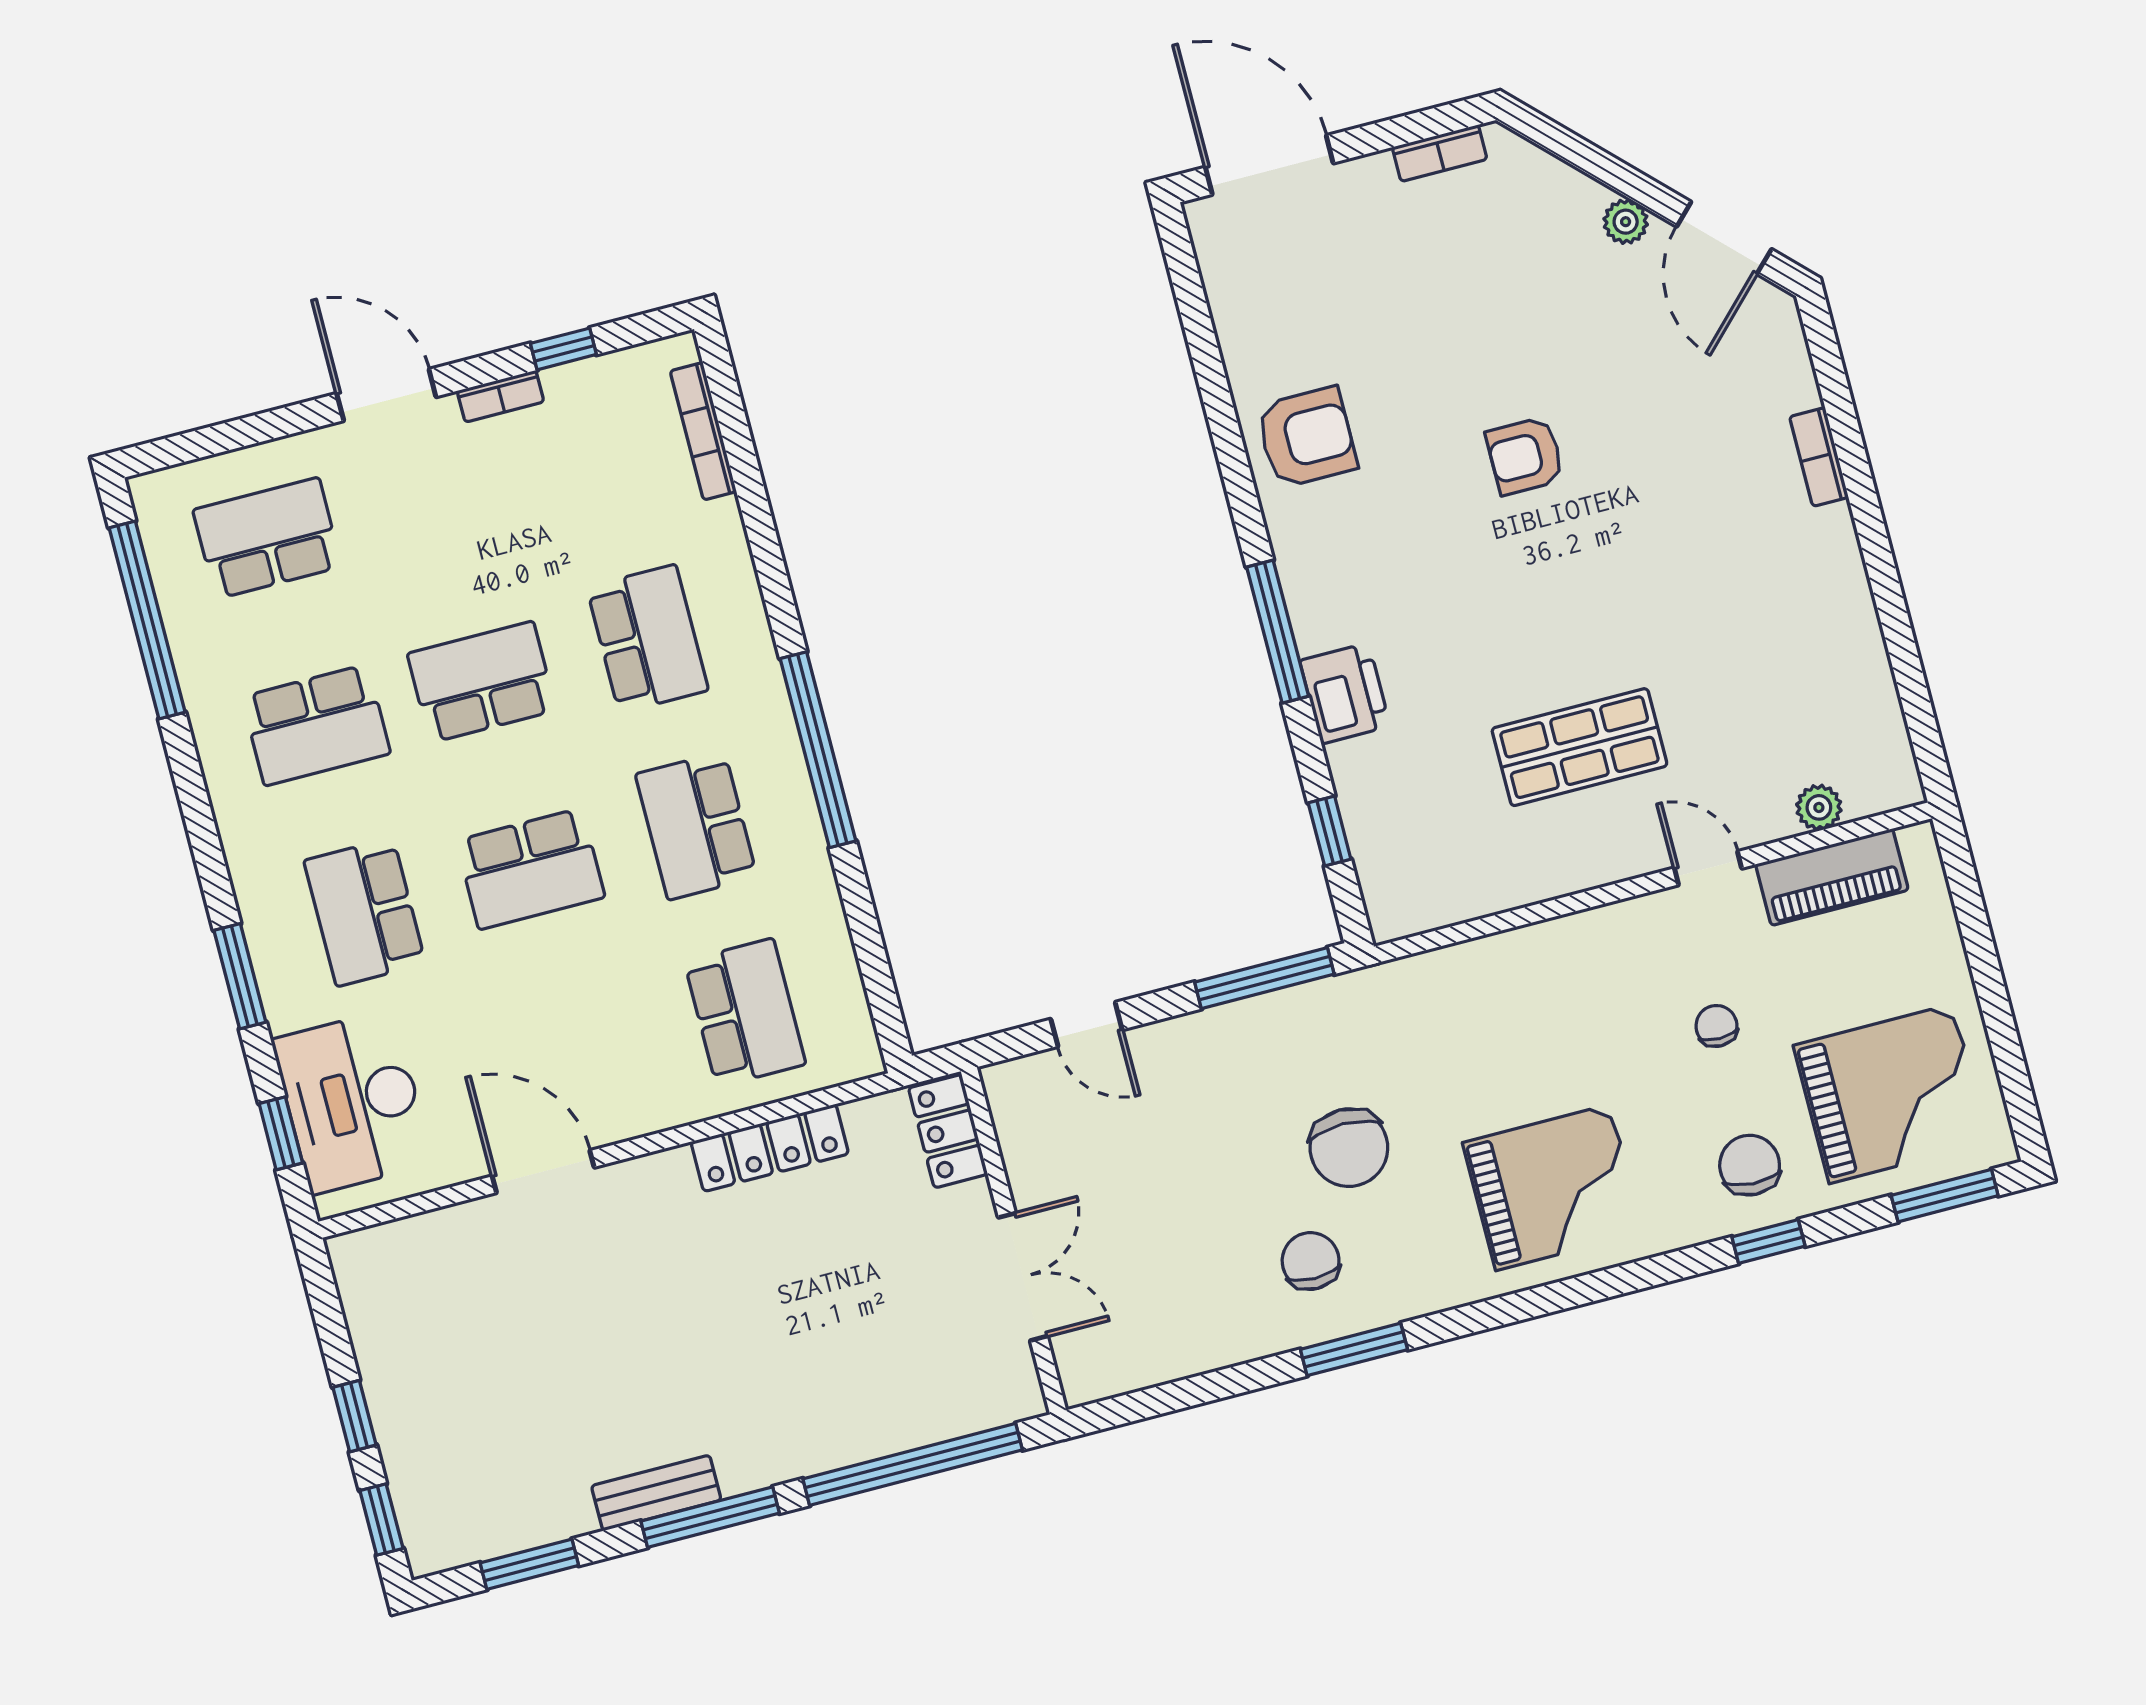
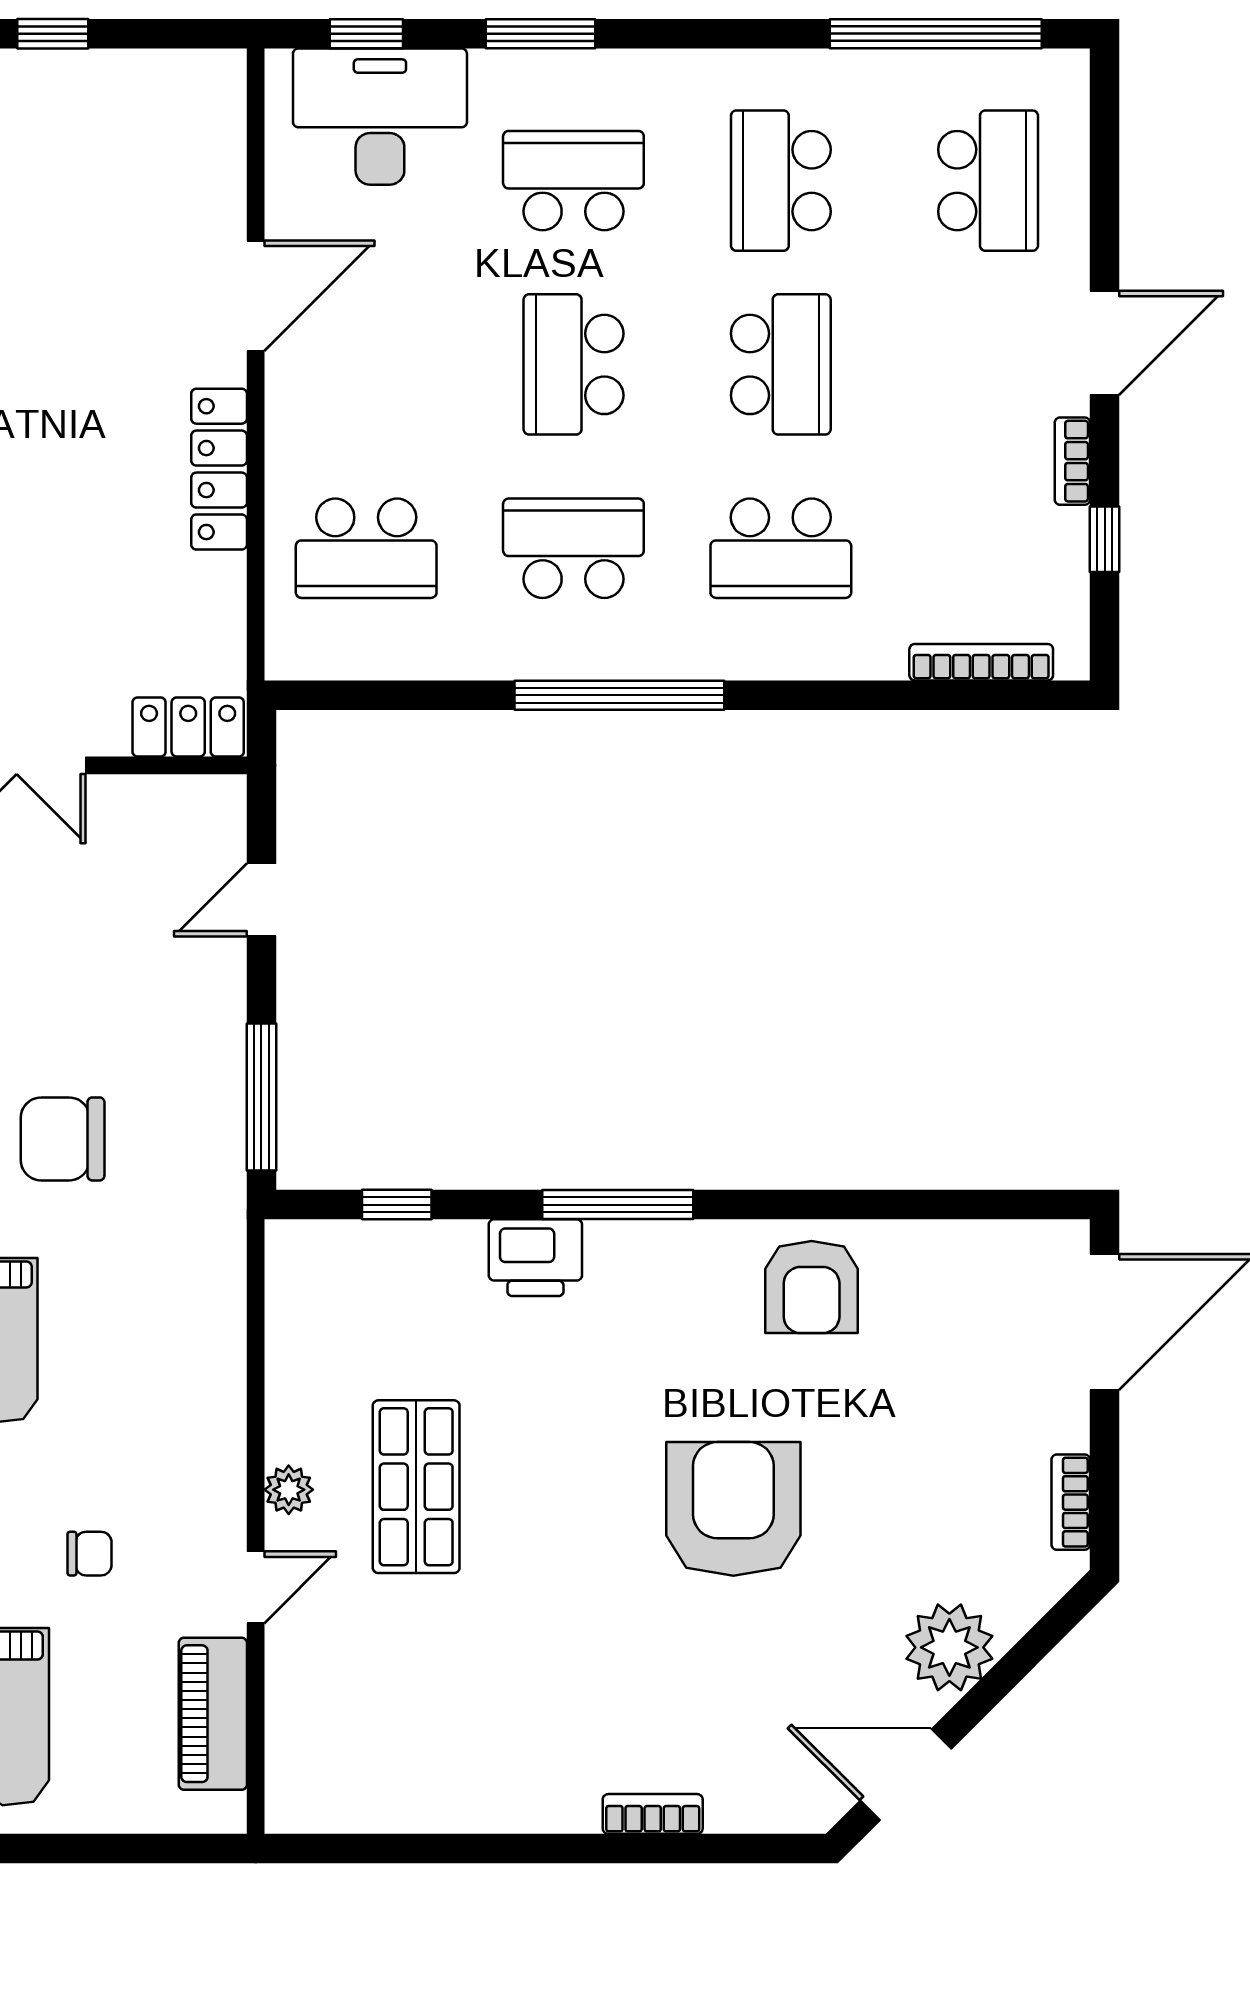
plant: (1626, 222) -> (949, 1647), width x1.87, depth x1.87
armchair: (1525, 456) -> (733, 1509), width x1.88, depth x1.88
plant: (1819, 807) -> (289, 1490), moved
locker: (770, 1148) -> (219, 469), moved

